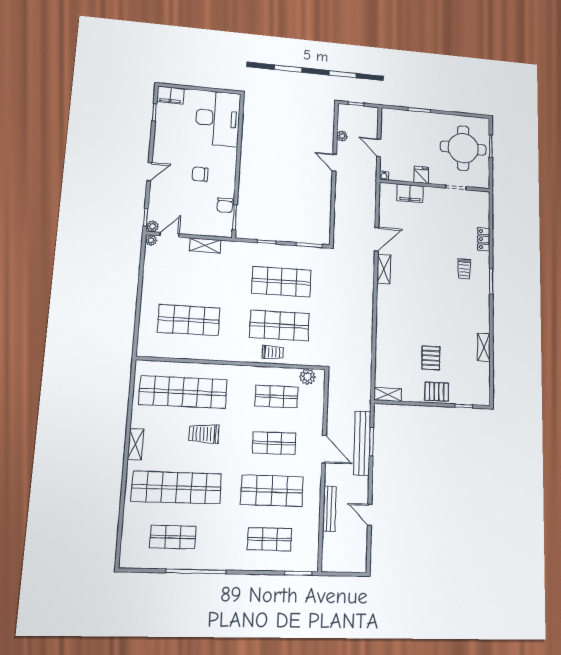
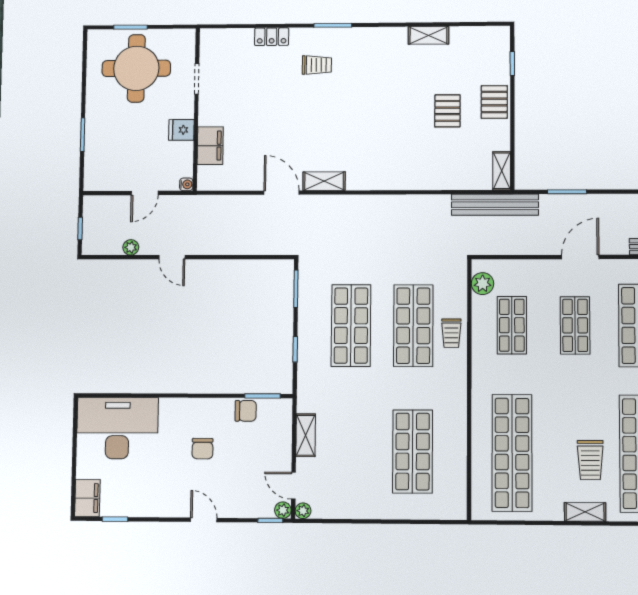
door: (334, 163) -> (172, 257), hinge flipped
trolley: (273, 352) -> (451, 333), turned 180
pallet: (431, 358) -> (447, 111), turned 90
trolley: (204, 434) -> (590, 460), moved
bench: (362, 443) -> (495, 205), moved

